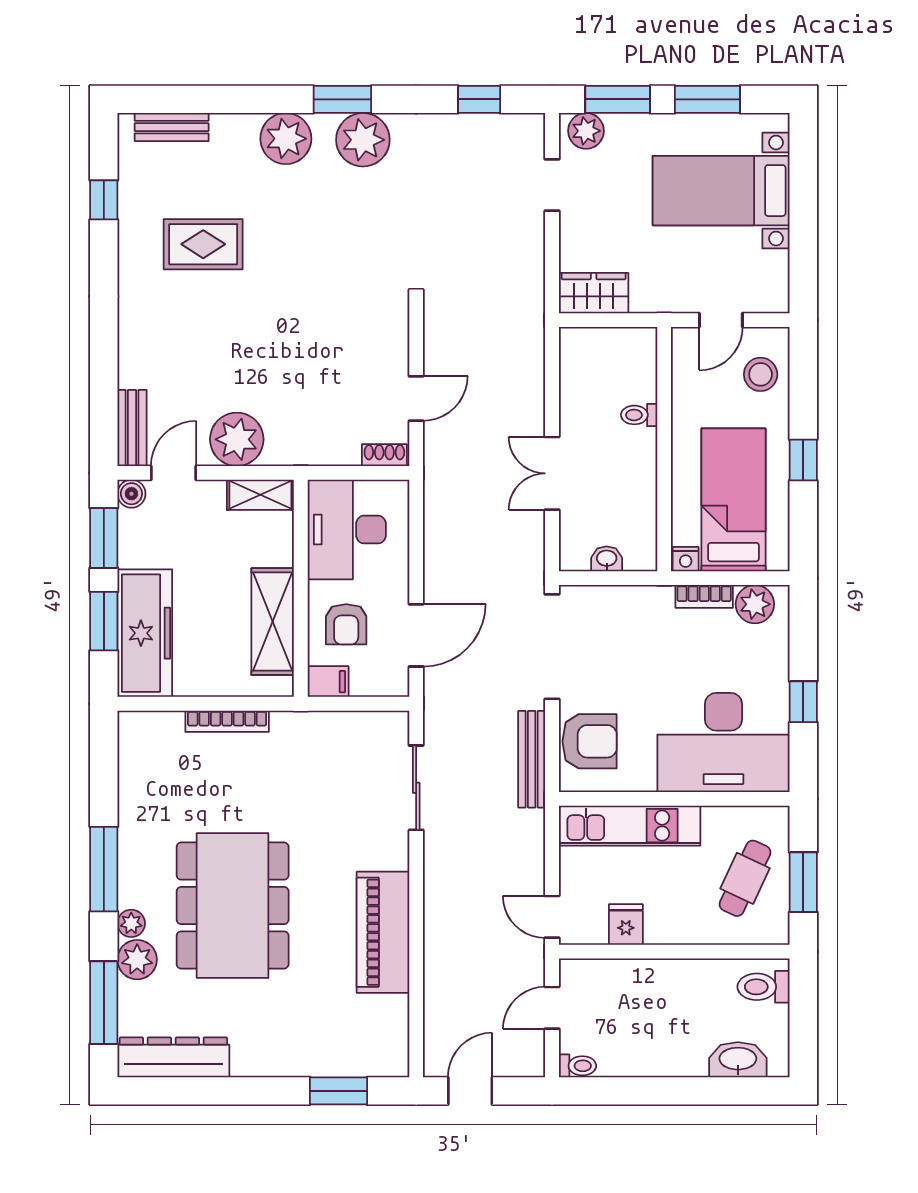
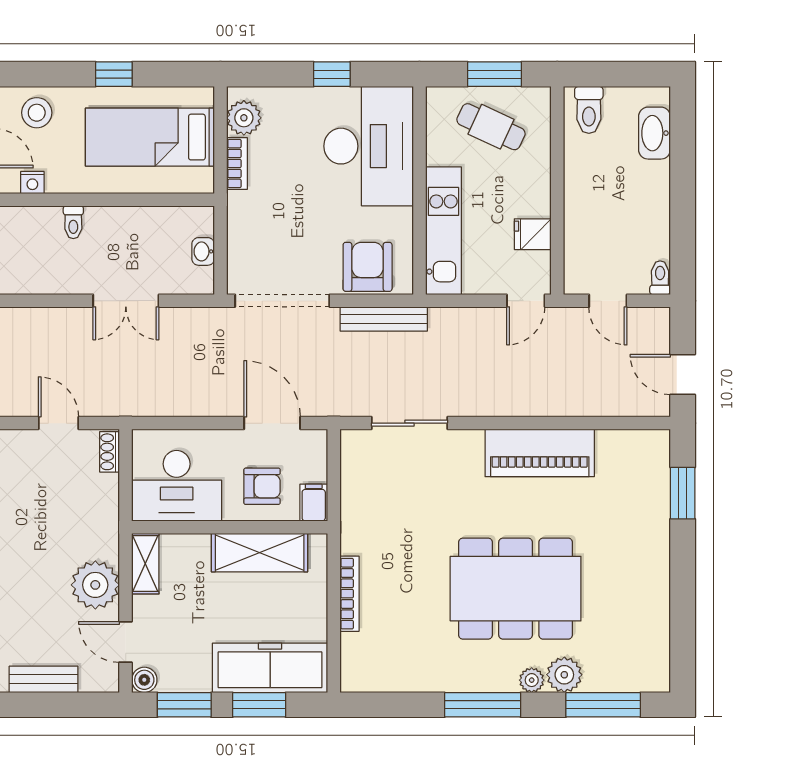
bench: (132, 428) -> (44, 679), moved
nightstand: (686, 559) -> (32, 182), moved, turned 90
dresser: (173, 1057) -> (652, 642), removed

